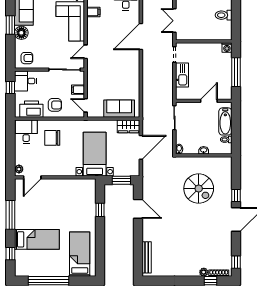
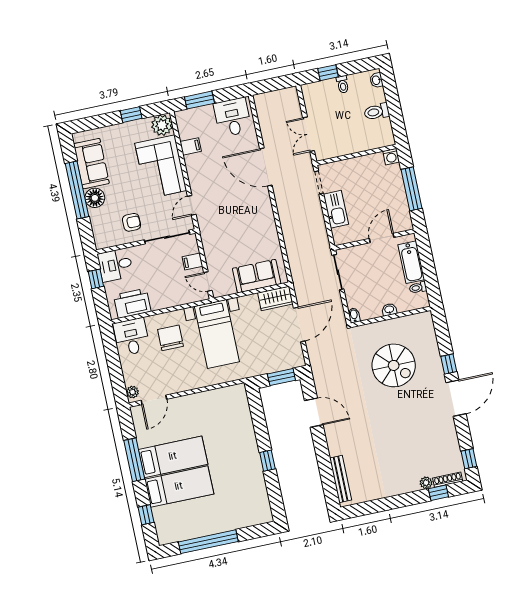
window: (10, 25) -> (77, 190), width x2.11
door: (141, 37) -> (266, 167), hinge flipped
armchair: (27, 58) -> (131, 222), moved
armchair: (55, 105) -> (164, 290), removed
chair: (52, 138) -> (170, 338), turned 90
bed with nightstands: (95, 154) -> (217, 334), moved, turned 180
window: (100, 210) -> (267, 461), moved
bed: (80, 254) -> (173, 457), moved, turned 90

